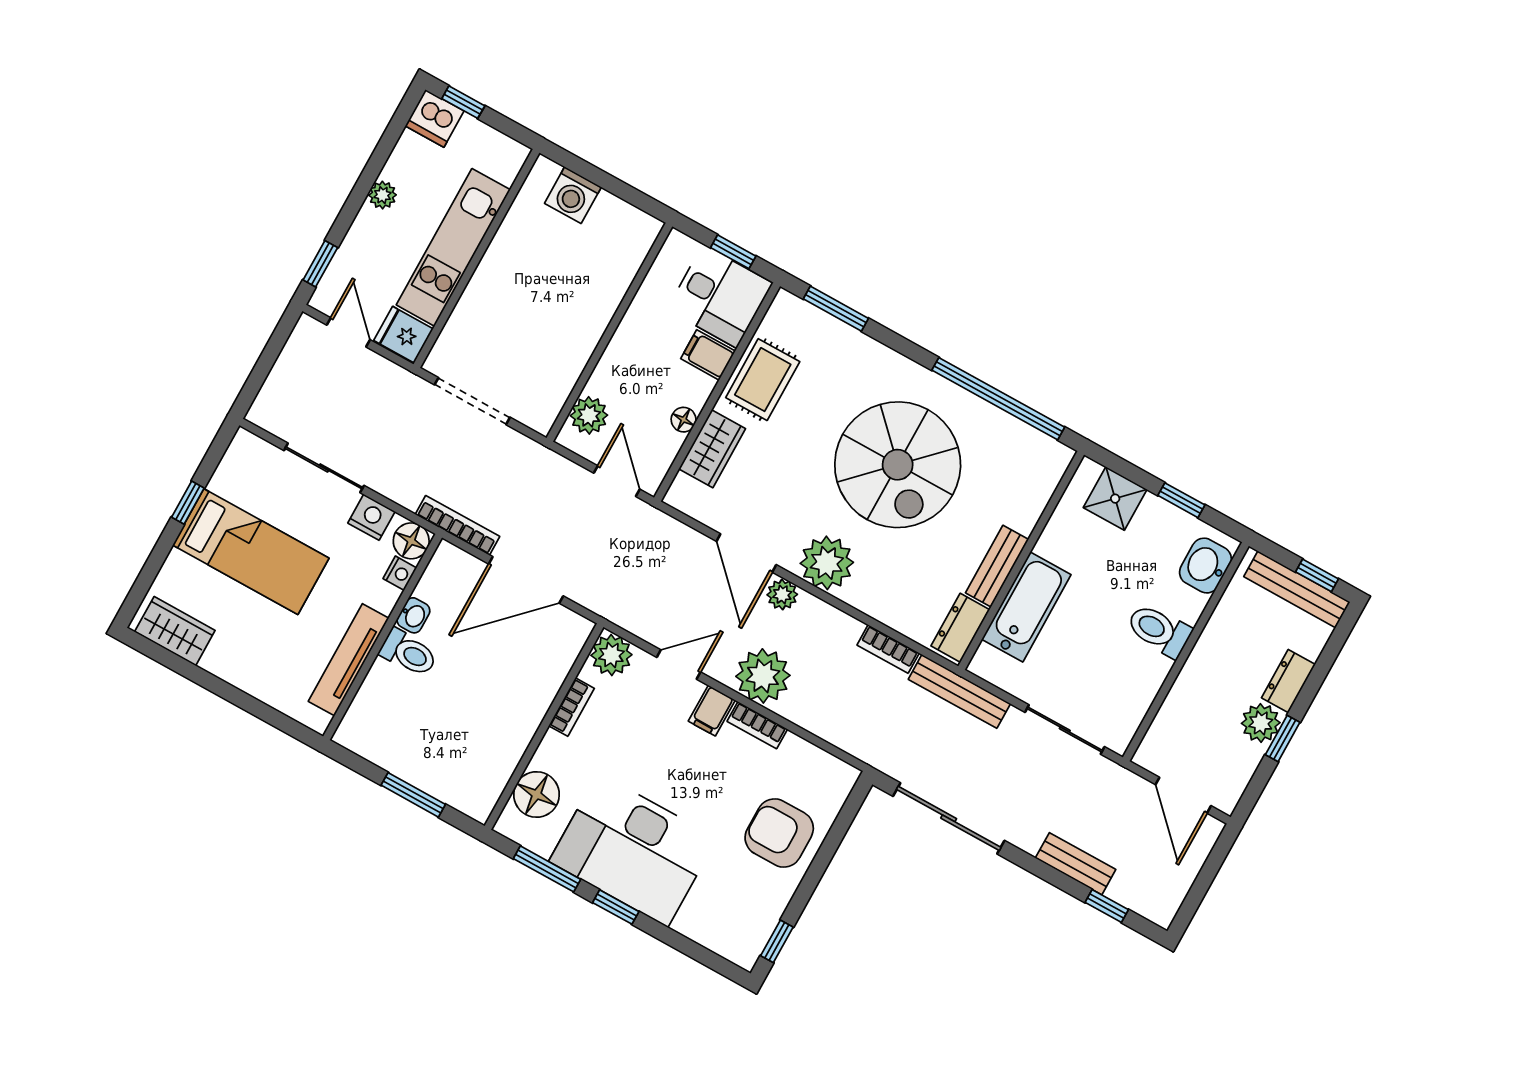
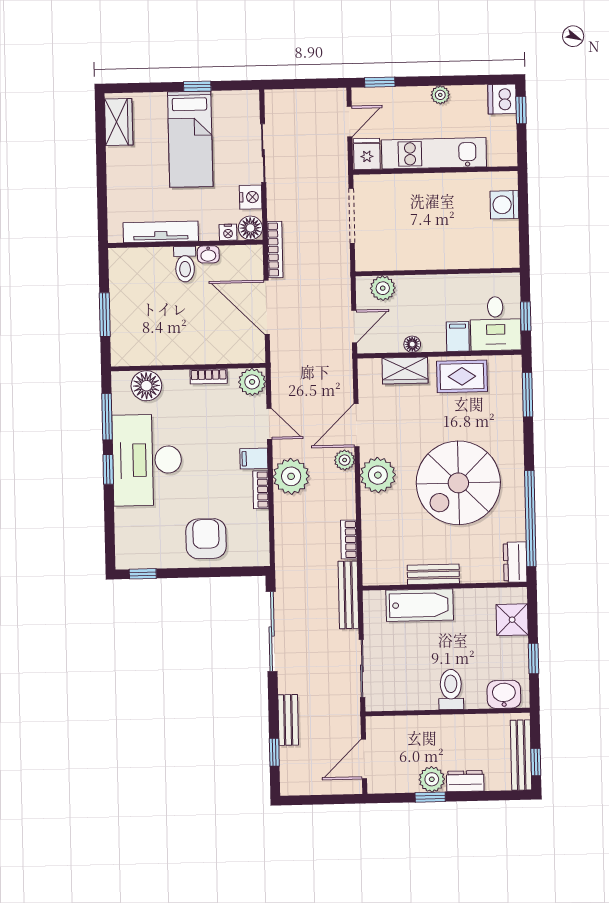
dresser: (960, 628) -> (515, 562), moved, turned -90

